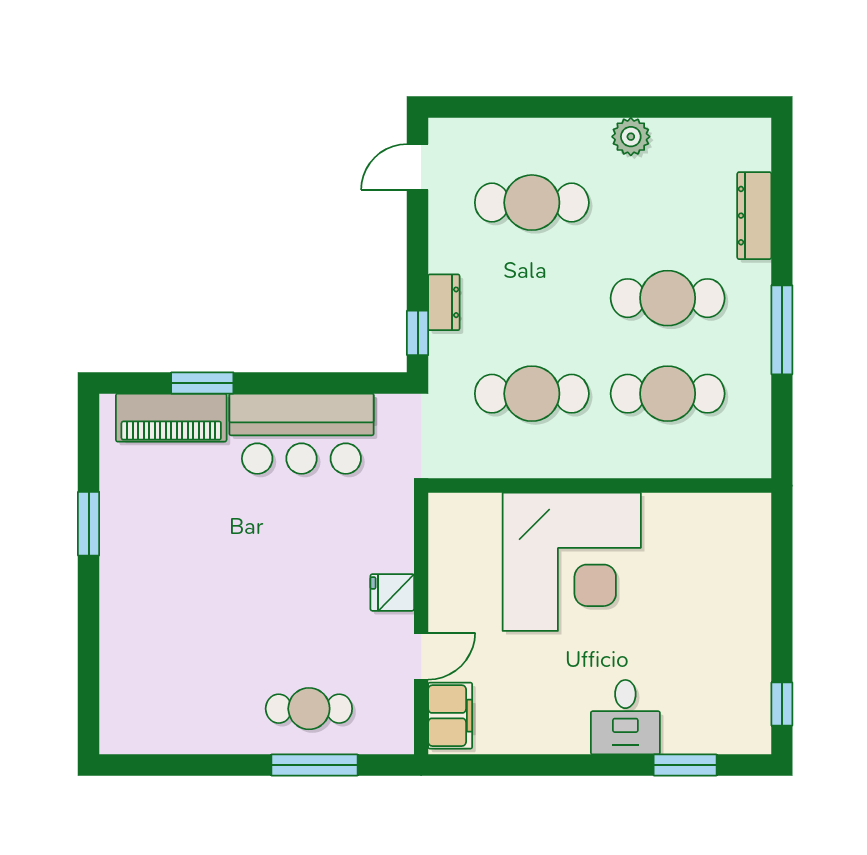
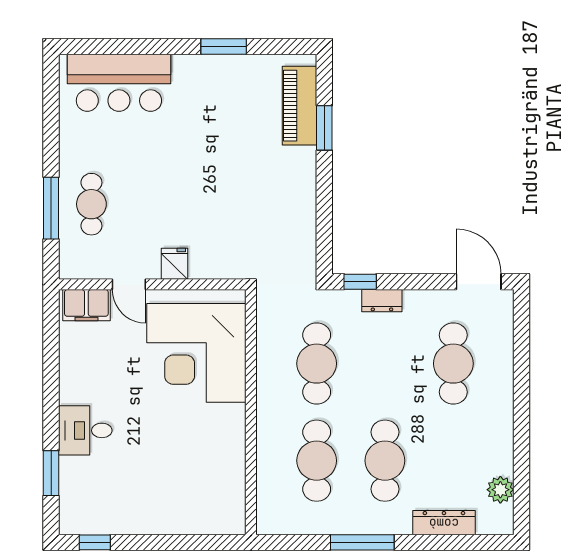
plant: (631, 137) -> (500, 490), moved
door: (418, 167) -> (479, 282), width x1.38
bar counter: (301, 434) -> (119, 83), moved, turned -90
corner desk: (572, 562) -> (196, 353), moved

